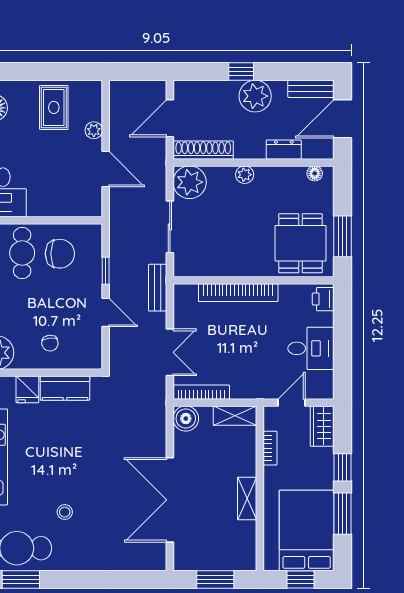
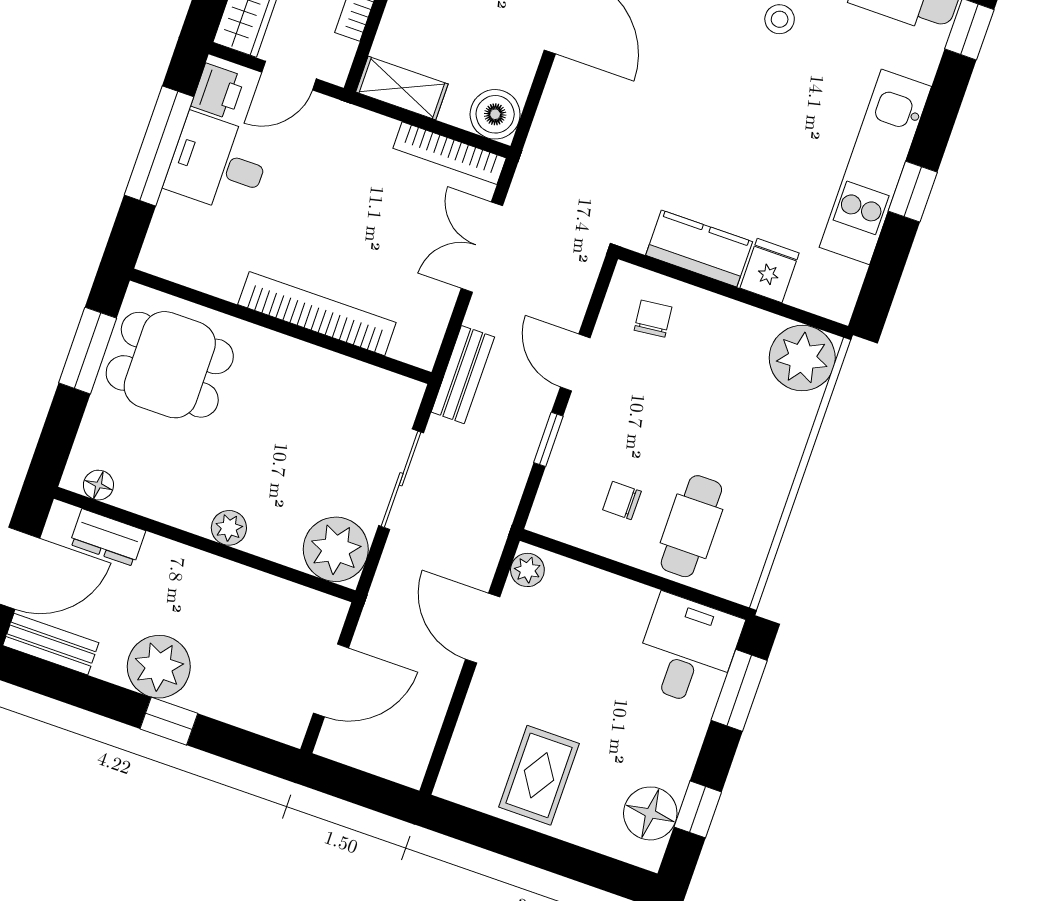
plant: (94, 130) -> (527, 570), moved
shoe rack: (203, 150) -> (290, 600), removed
dresser: (284, 150) -> (108, 538), moved
dining table: (301, 243) -> (170, 365), turned 90
chair: (60, 254) -> (622, 501), width x0.54, depth x0.54
printer: (323, 299) -> (218, 91), moved
chair: (50, 343) -> (653, 319), moved
window: (342, 347) -> (159, 146), added

